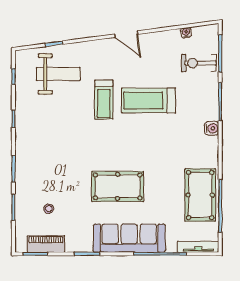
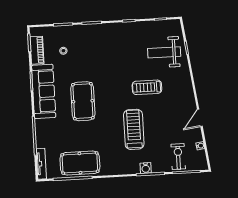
door: (126, 34) -> (200, 118), moved
weight bench: (58, 74) -> (164, 52), turned 90
treadmill: (149, 100) -> (134, 129), moved
water cooler: (212, 128) -> (146, 168), moved
sofa: (129, 238) -> (44, 91), moved

